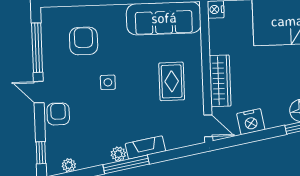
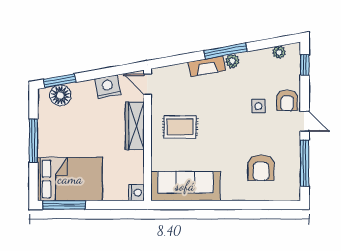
rug: (172, 81) -> (180, 127), turned 90
side table: (108, 82) -> (258, 106), moved

